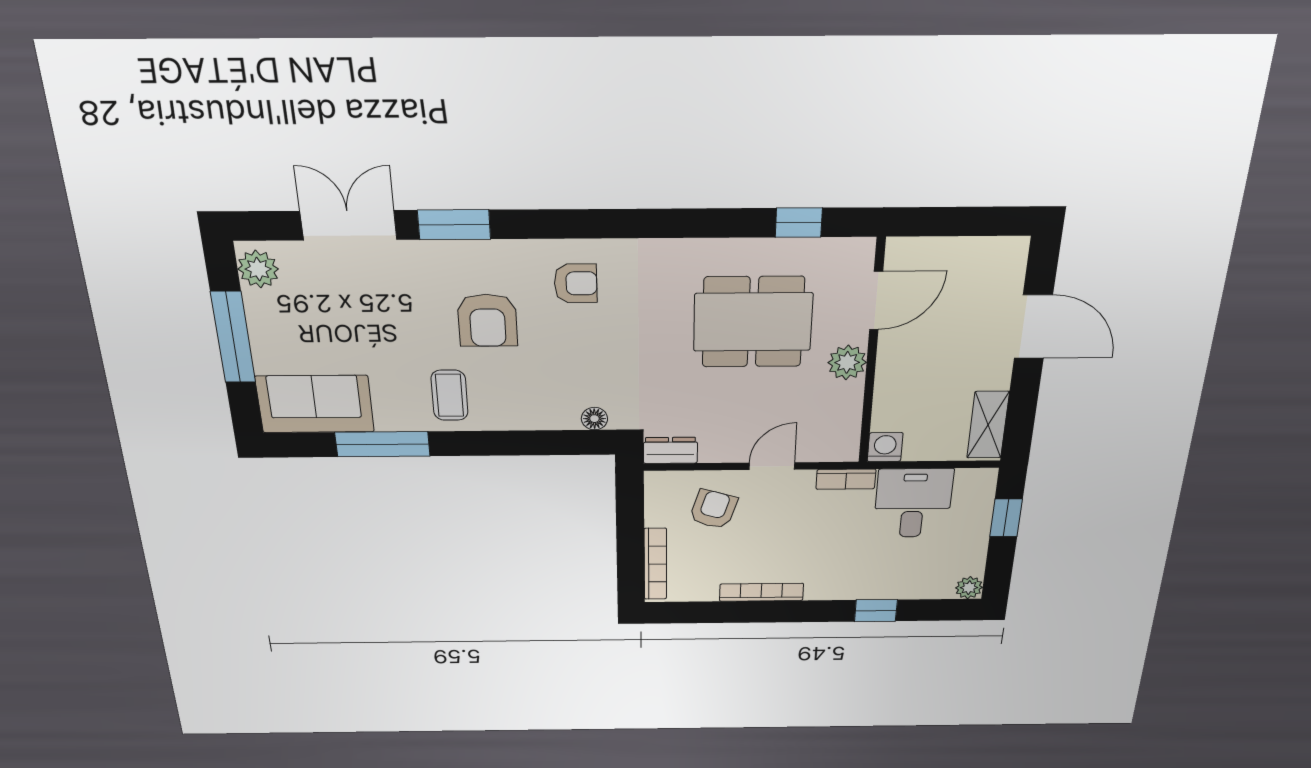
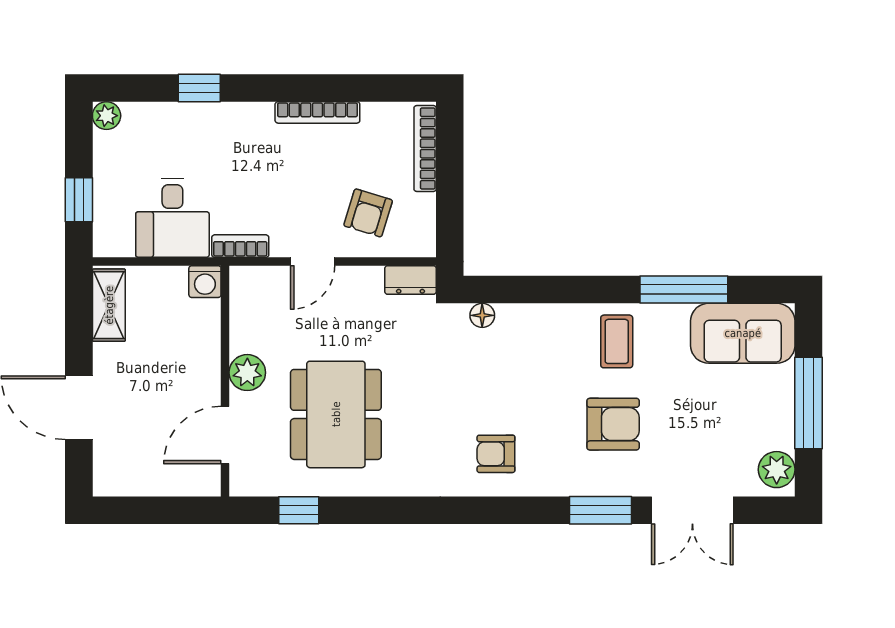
armchair: (487, 320) -> (613, 424), moved, turned 90
dining table: (753, 322) -> (336, 414), turned 90

